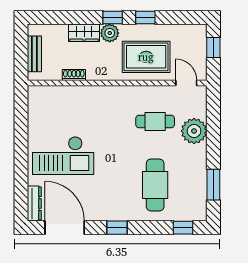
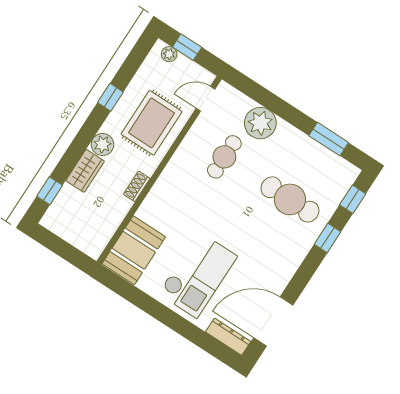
window: (113, 17) -> (50, 191), moved
plant: (201, 38) -> (169, 54), added
bench: (34, 54) -> (74, 236), removed
shoe rack: (74, 75) -> (137, 186), moved
booth: (51, 101) -> (134, 250), added
window: (117, 228) -> (327, 238), moved

